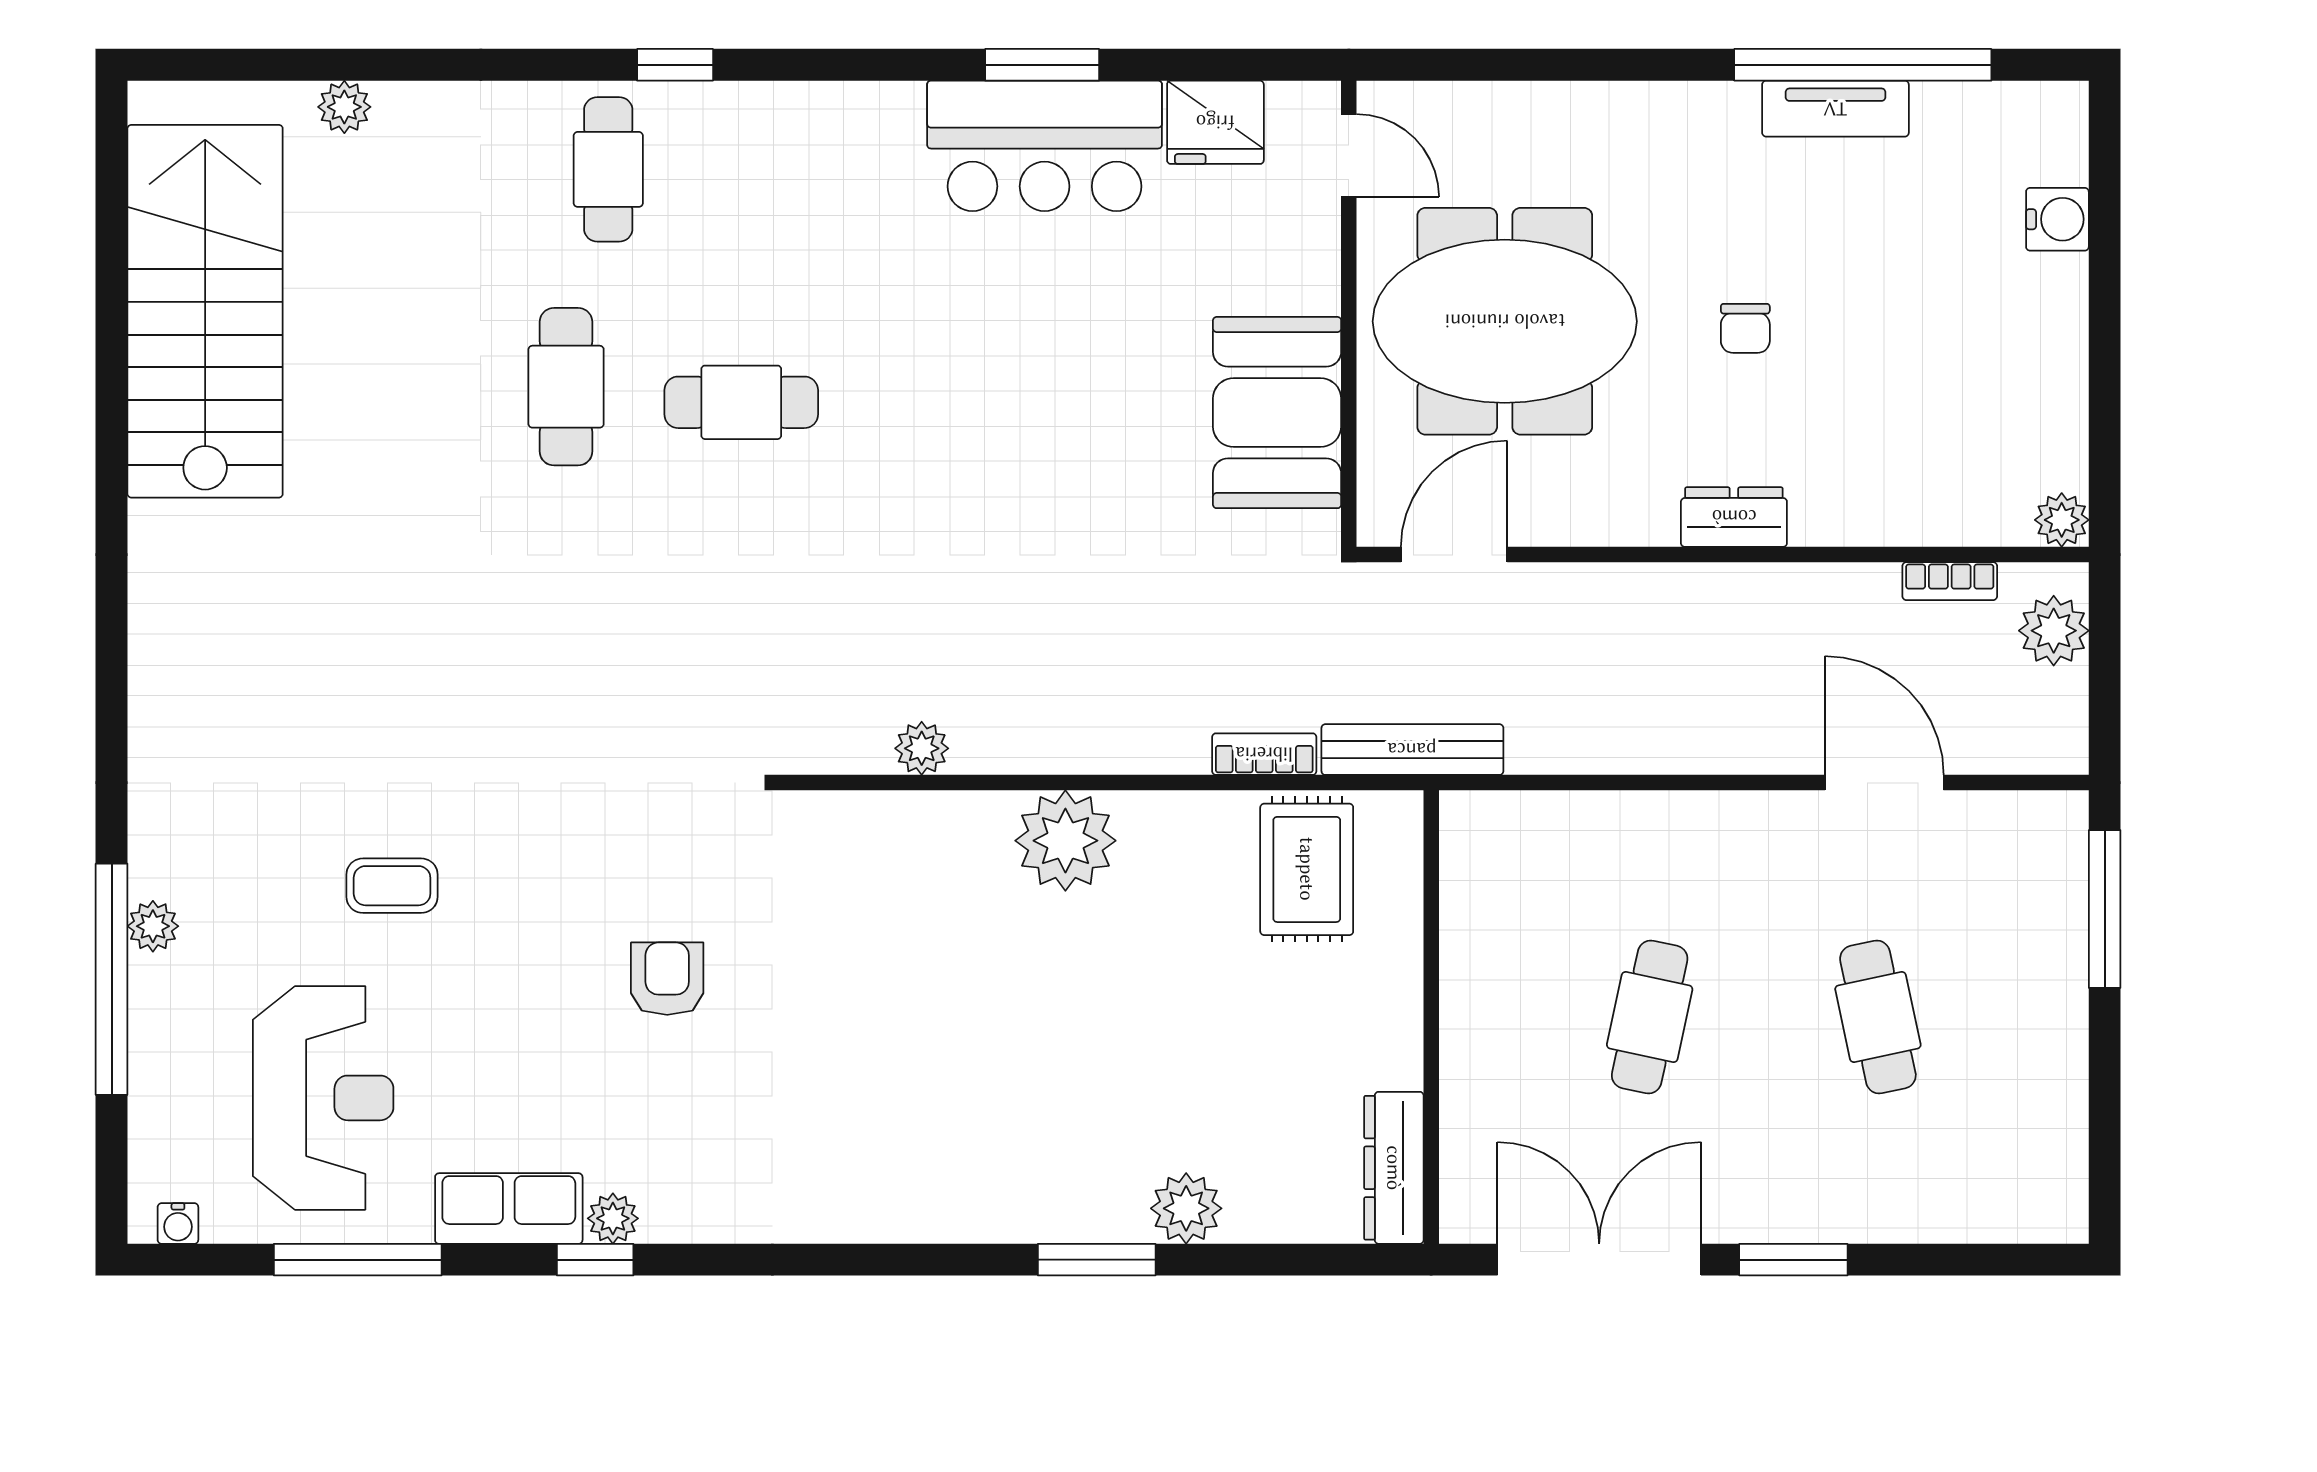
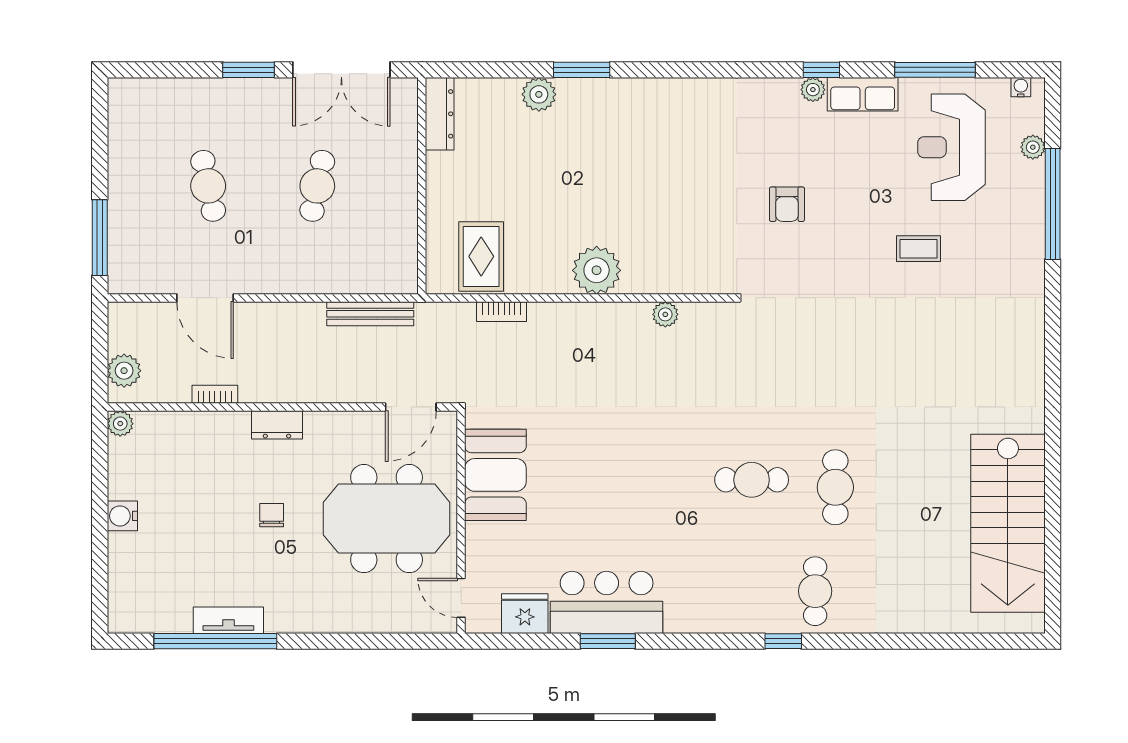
plant: (344, 107) -> (941, 621), removed
water cooler: (2057, 219) -> (122, 516), moved
bookcase: (1950, 581) -> (215, 394), moved
bench: (1412, 750) -> (370, 314), moved
plant: (153, 926) -> (1033, 147), moved

